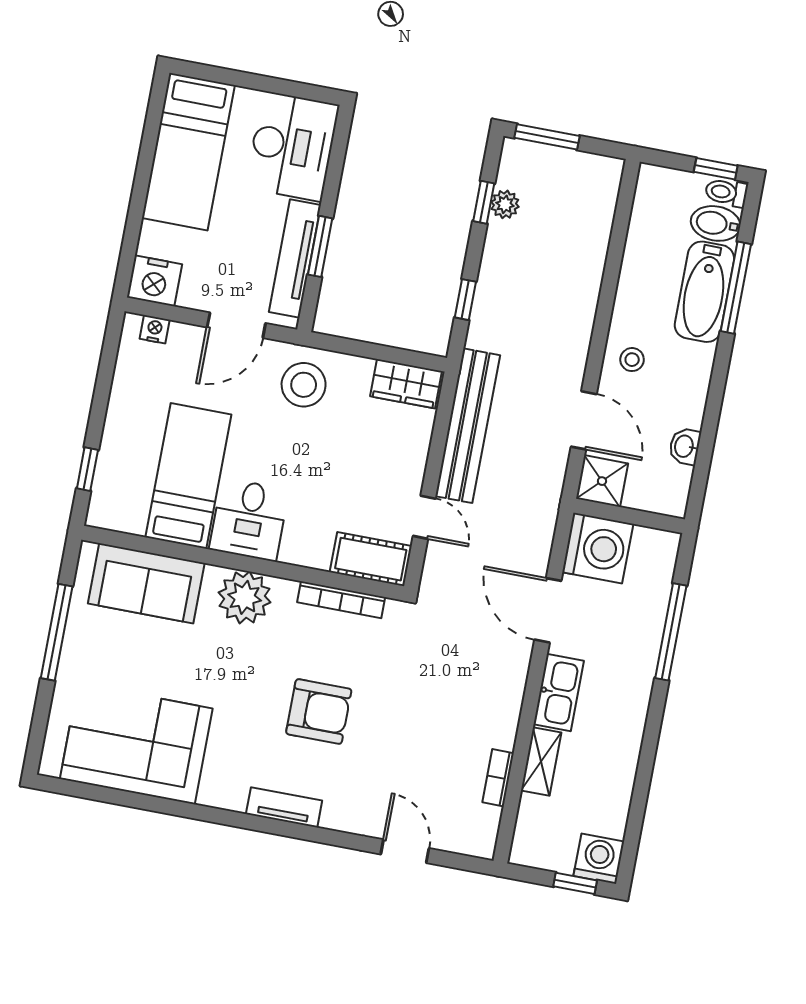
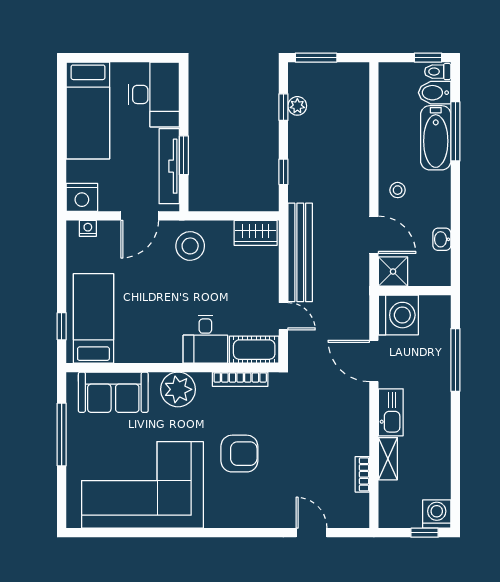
bed: (188, 476) -> (93, 318), moved
desk: (249, 520) -> (205, 339), moved
corner sofa: (136, 744) -> (142, 485), width x1.36, depth x1.36
tv unit: (284, 807) -> (229, 519), removed

